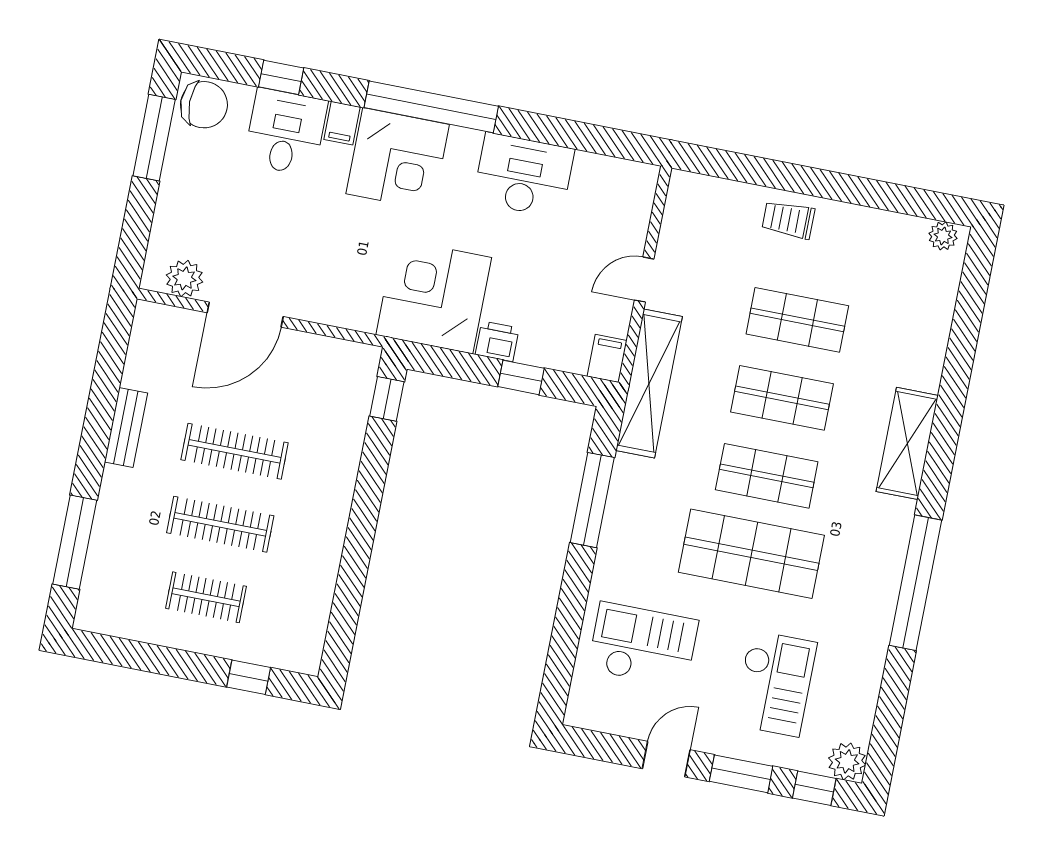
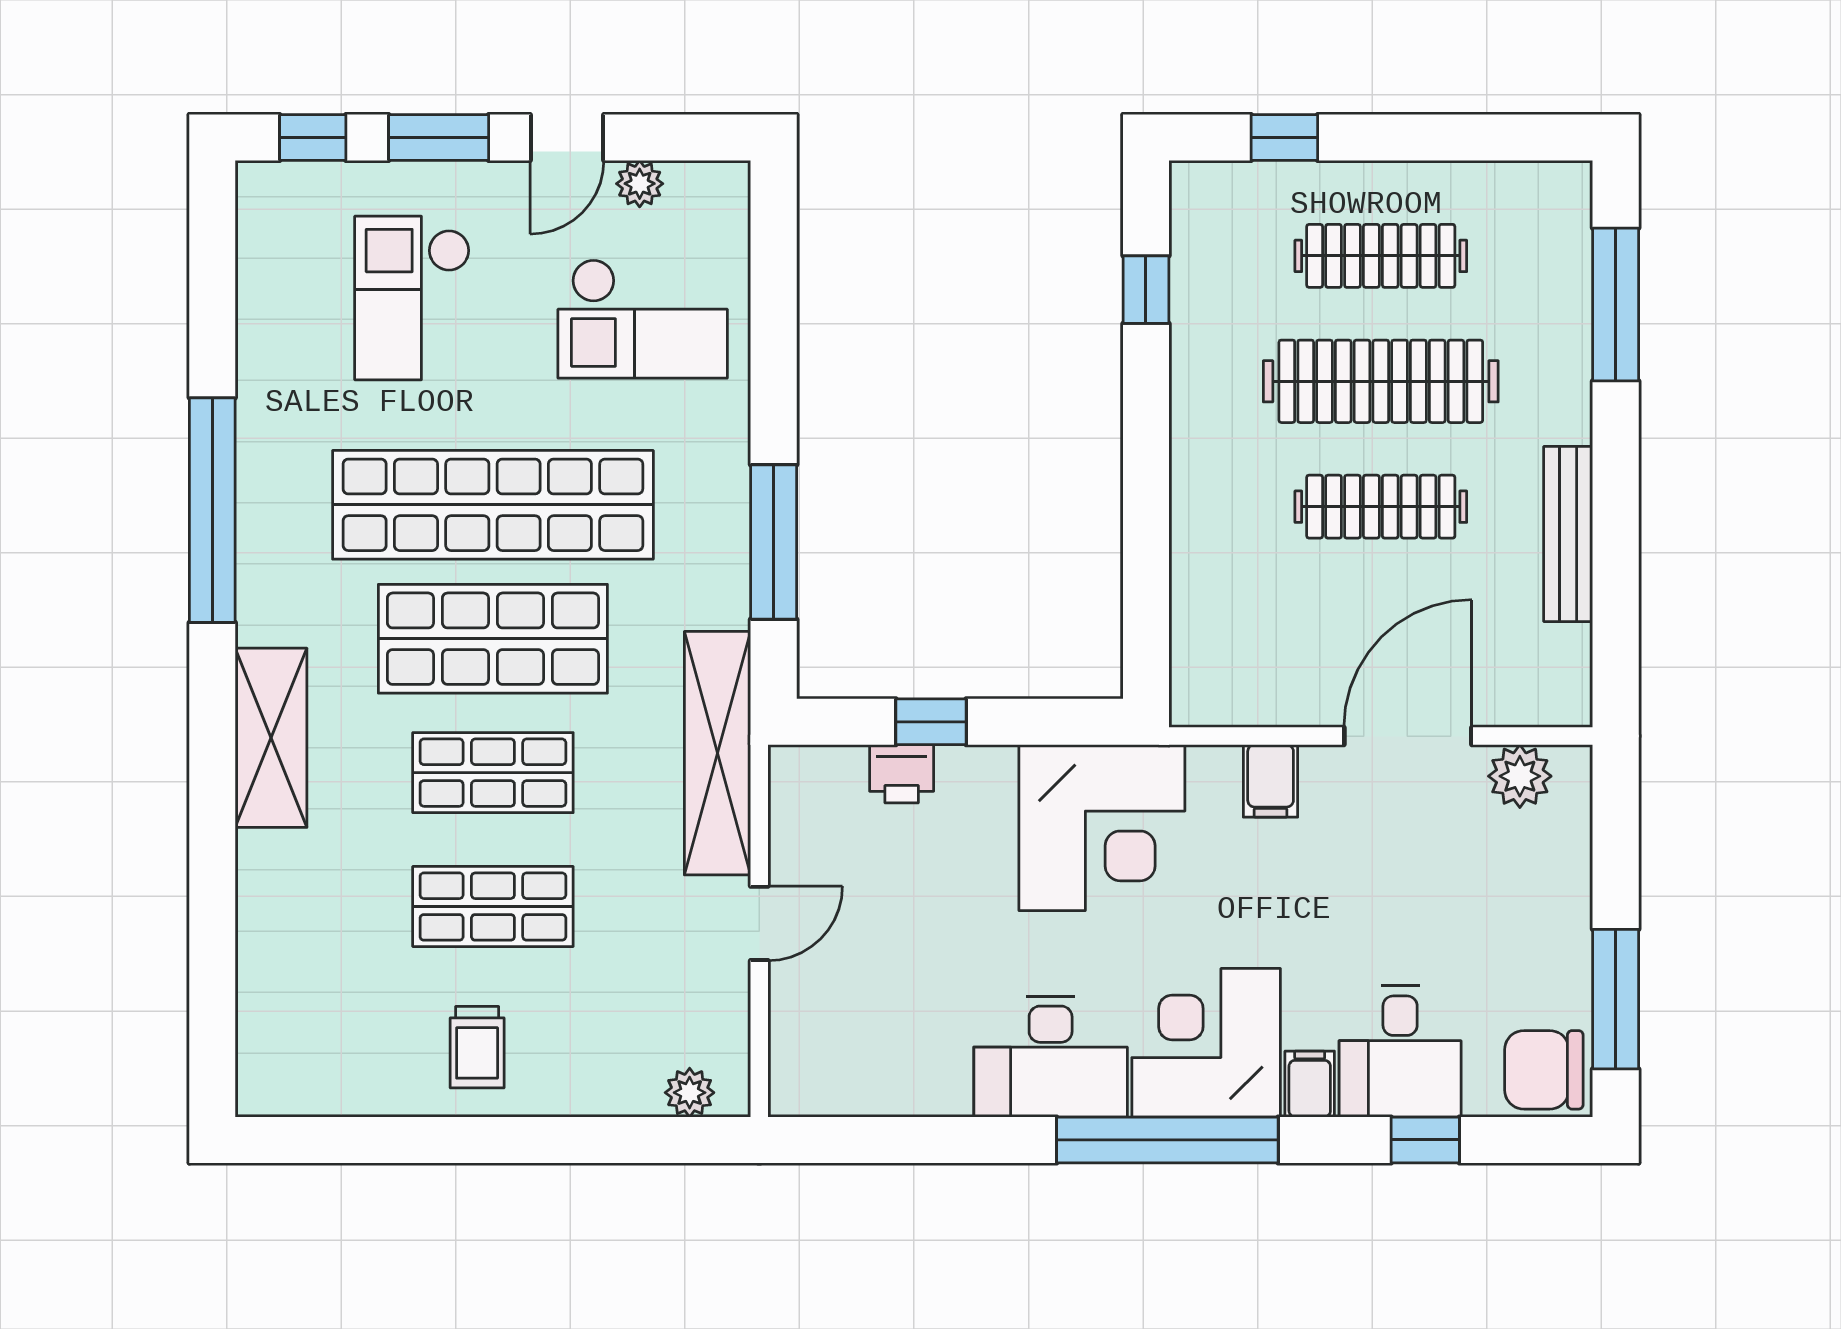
desk: (524, 175) -> (1051, 1057), moved
trolley: (788, 220) -> (477, 1047), moved, turned 90
plant: (943, 236) -> (690, 1093), moved
printer: (497, 341) -> (902, 774), moved
filing cabinet: (607, 358) -> (1271, 781), moved
window: (387, 399) -> (1146, 290), moved
bench: (126, 428) -> (1568, 534), width x1.36
shop shelf: (767, 476) -> (493, 639), width x1.43, depth x1.36
clothes rail: (220, 524) -> (1381, 381), width x1.37, depth x1.31
shop shelf: (751, 554) -> (493, 505), width x1.40
clothes rail: (206, 597) -> (1381, 256), width x1.36
plant: (847, 761) -> (640, 184), moved, width x0.73, depth x0.73

